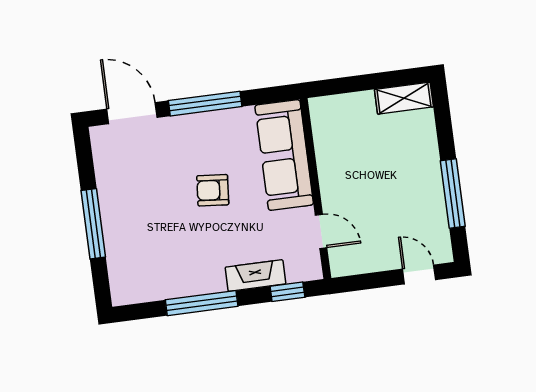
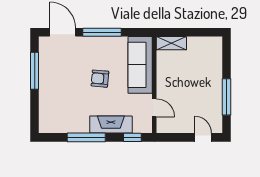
shelving: (404, 98) -> (171, 43), moved
window: (93, 224) -> (35, 71), moved
fireplace: (256, 276) -> (111, 124), width x1.37, depth x1.32

